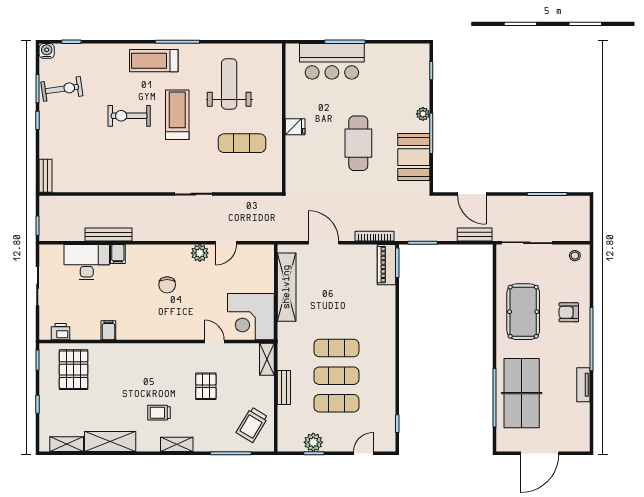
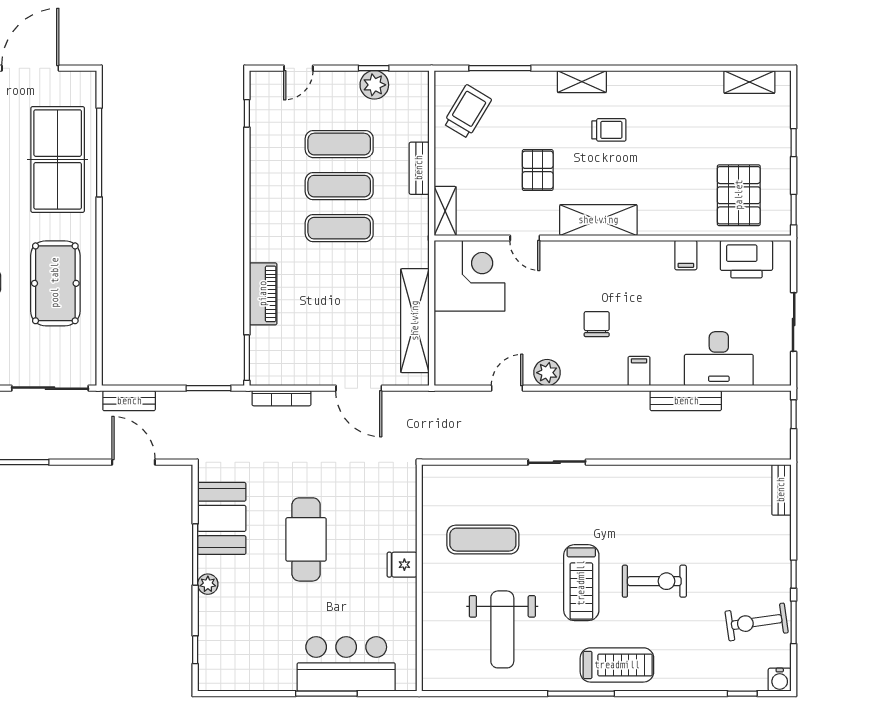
filing cabinet: (118, 254) -> (639, 371), moved
piano: (386, 265) -> (263, 294), moved
printer: (61, 332) -> (746, 259), width x1.87, depth x1.48
shelving: (110, 442) -> (598, 220), moved

